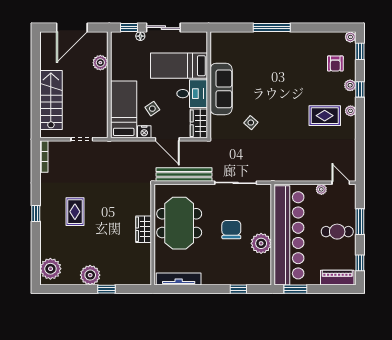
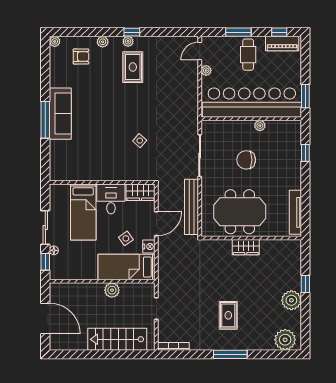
window: (360, 51) -> (69, 32), removed
plant: (100, 63) -> (112, 290), moved
sofa: (221, 89) -> (60, 114), moved, turned 90
window: (360, 89) -> (132, 32), moved
rug: (75, 212) -> (228, 315), turned 90
window: (36, 214) -> (230, 354), width x2.17
plant: (261, 243) -> (260, 126), width x0.53, depth x0.53
piano: (337, 278) -> (282, 44), moved, turned -90

